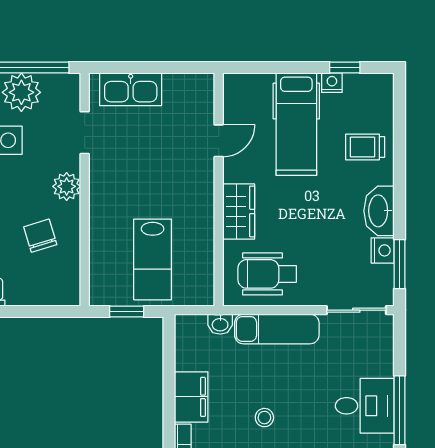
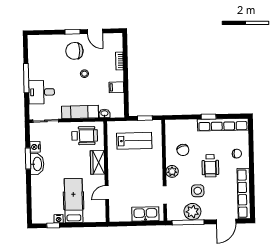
trolley: (365, 147) -> (44, 191), removed
lab bench: (153, 259) -> (134, 141), turned 90
window: (400, 264) -> (28, 159), moved
filing cabinet: (191, 397) -> (116, 87), width x0.50
desk: (365, 406) -> (42, 92), moved

